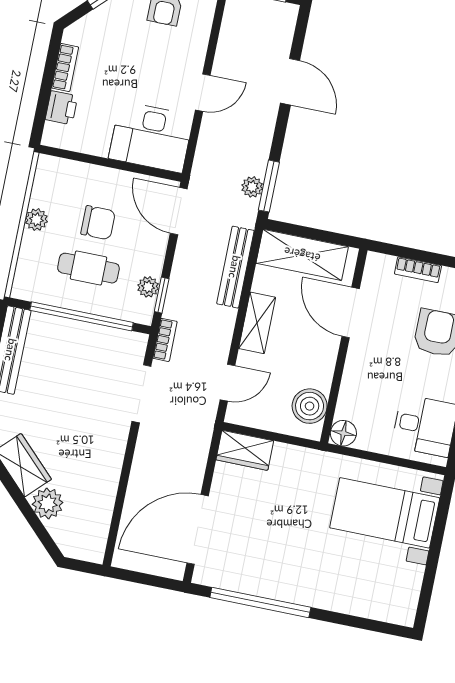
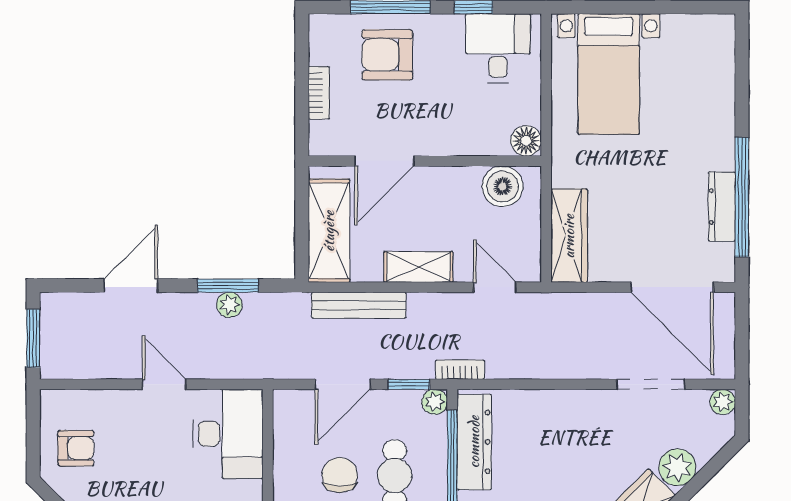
window: (269, 186) -> (228, 286), moved
plant: (252, 187) -> (229, 305), moved
door: (179, 211) -> (343, 384), moved
plant: (148, 287) -> (435, 402), moved
dresser: (103, 340) -> (474, 442), added
doorway: (141, 394) -> (651, 384), moved
wardrobe: (245, 450) -> (569, 236), width x1.50
plant: (94, 552) -> (723, 402), added
dresser: (256, 584) -> (722, 207), added

